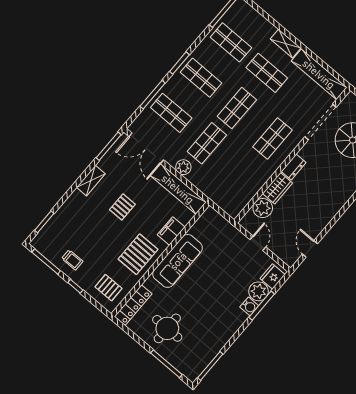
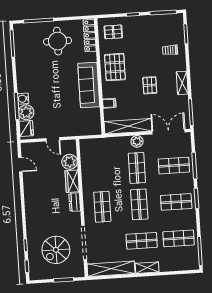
filing cabinet: (171, 231) -> (109, 103), width x0.50
trolley: (72, 260) -> (170, 50), moved

